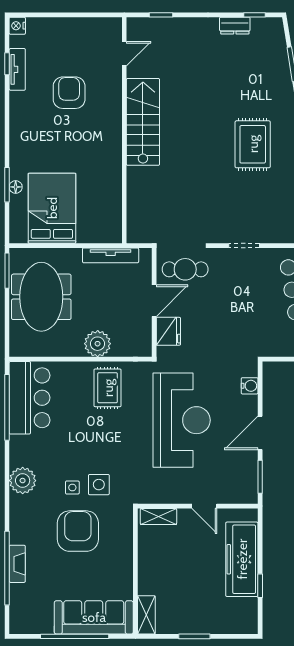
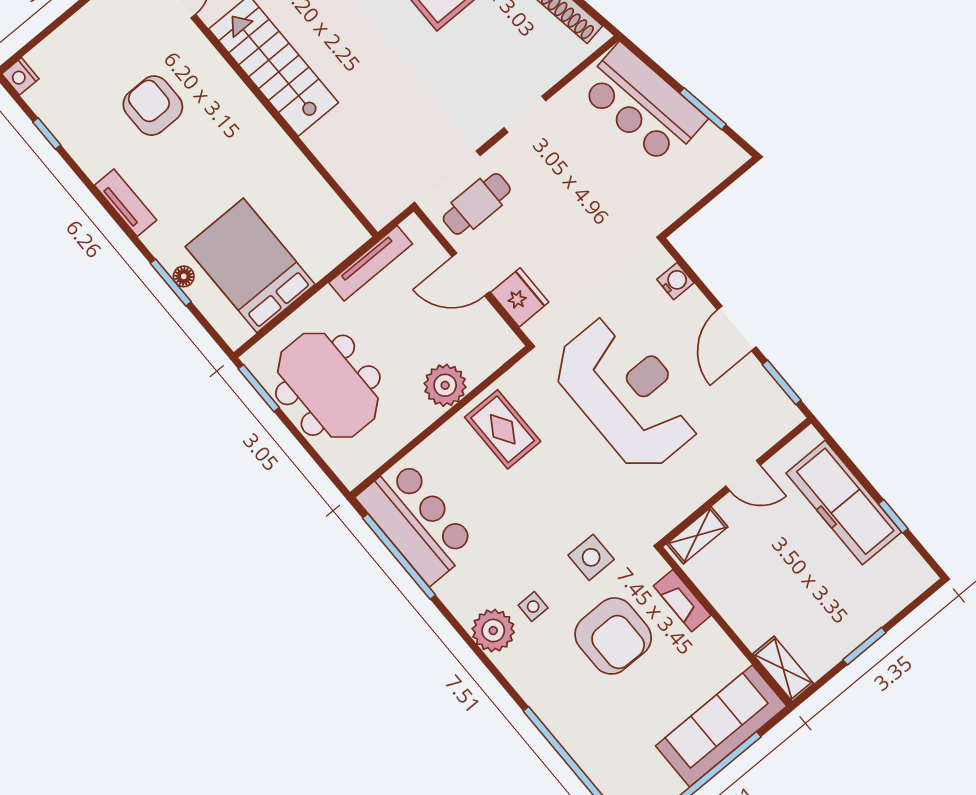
tv unit: (17, 69) -> (126, 203), moved
door: (154, 301) -> (471, 274), swing flipped
side table: (72, 488) -> (533, 607), moved
armchair: (78, 531) -> (613, 636), turned 180
fireplace: (17, 564) -> (682, 601), moved, turned 180

